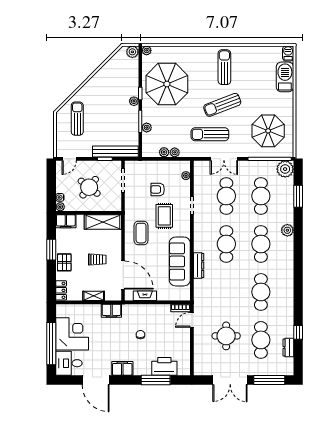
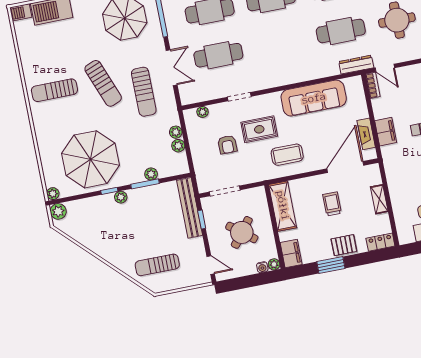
cafe table: (226, 244) -> (341, 31), moved
dresser: (199, 266) -> (356, 65), moved
filing cabinet: (111, 311) -> (386, 132), moved

